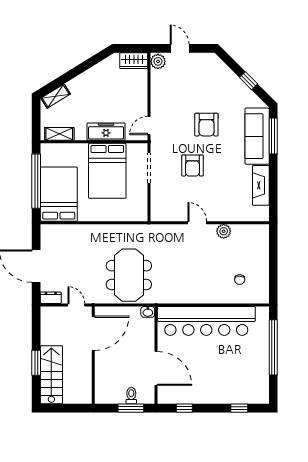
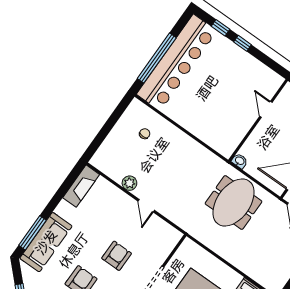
fireplace: (261, 185) -> (81, 186), moved
bar counter: (206, 321) -> (177, 63), moved, turned 90
door: (156, 368) -> (266, 109), width x0.53
window: (184, 408) -> (243, 43), moved

